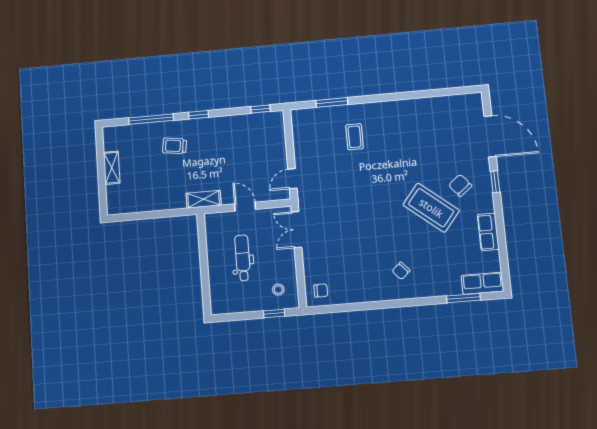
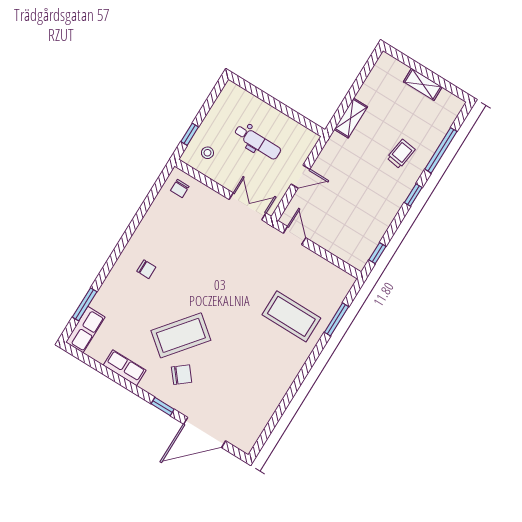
coffee table: (355, 137) -> (291, 316), width x1.86, depth x1.72
shelving: (204, 199) -> (351, 118), moved
chair: (401, 271) -> (146, 269), turned 132

